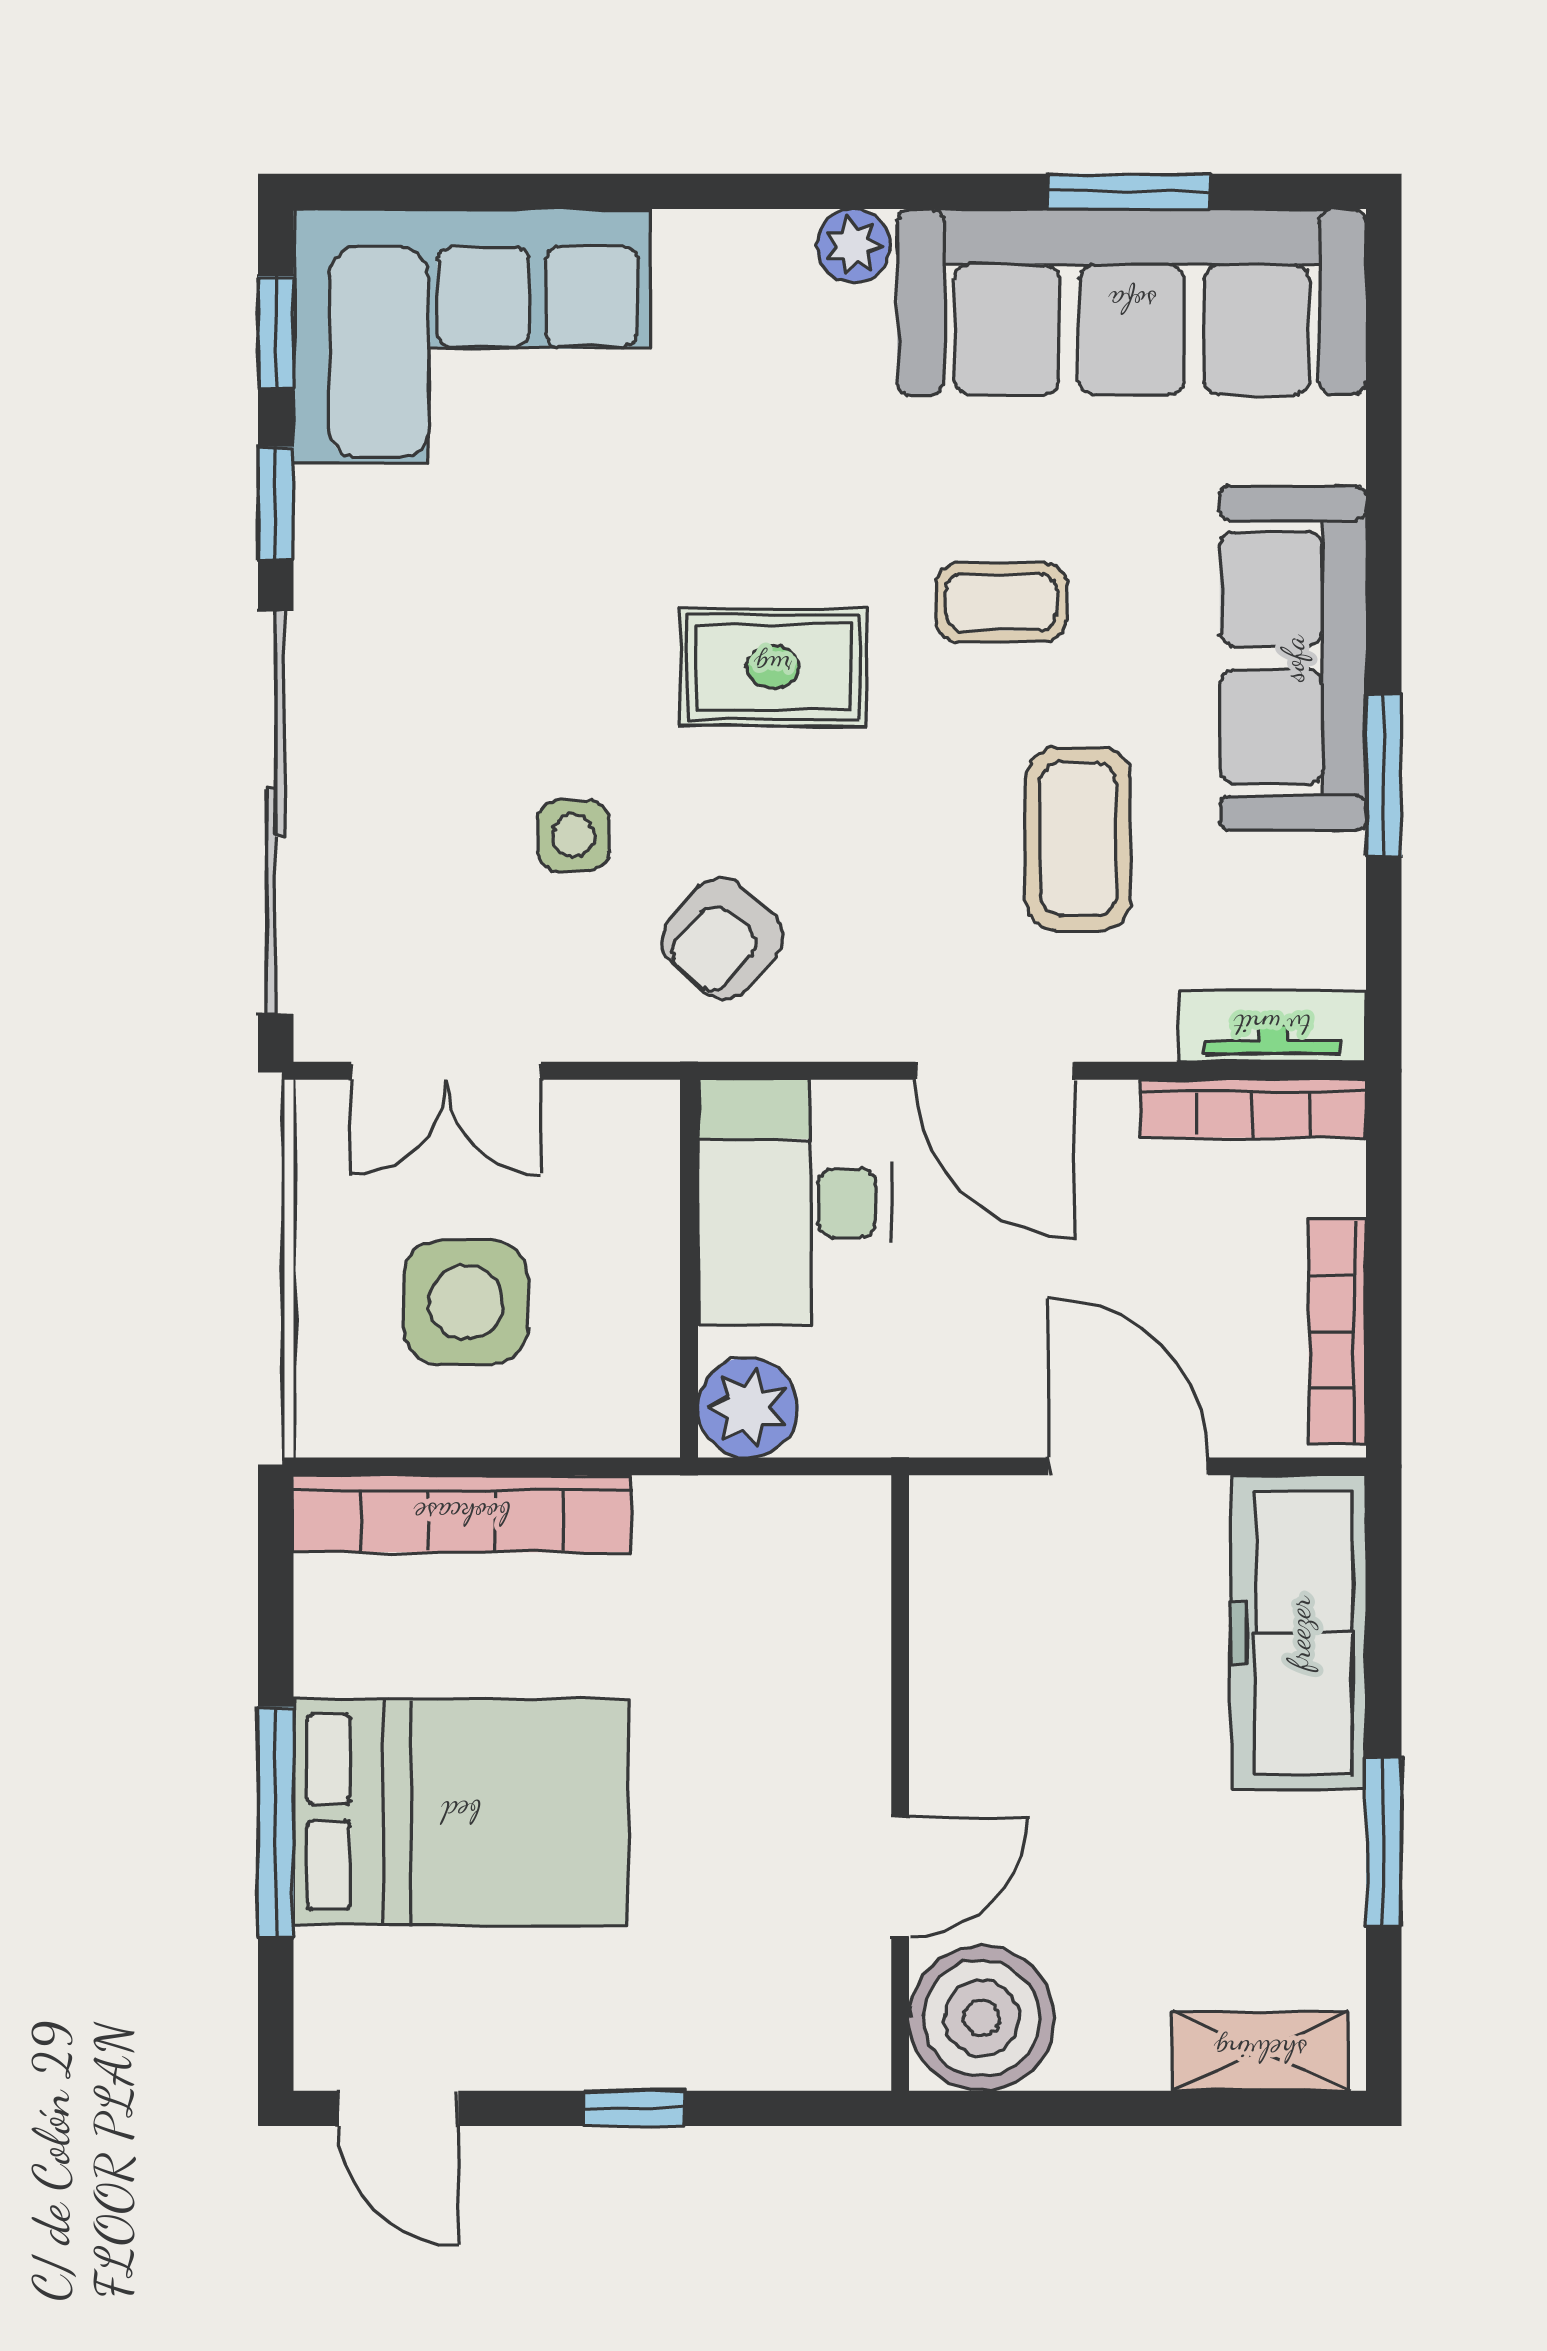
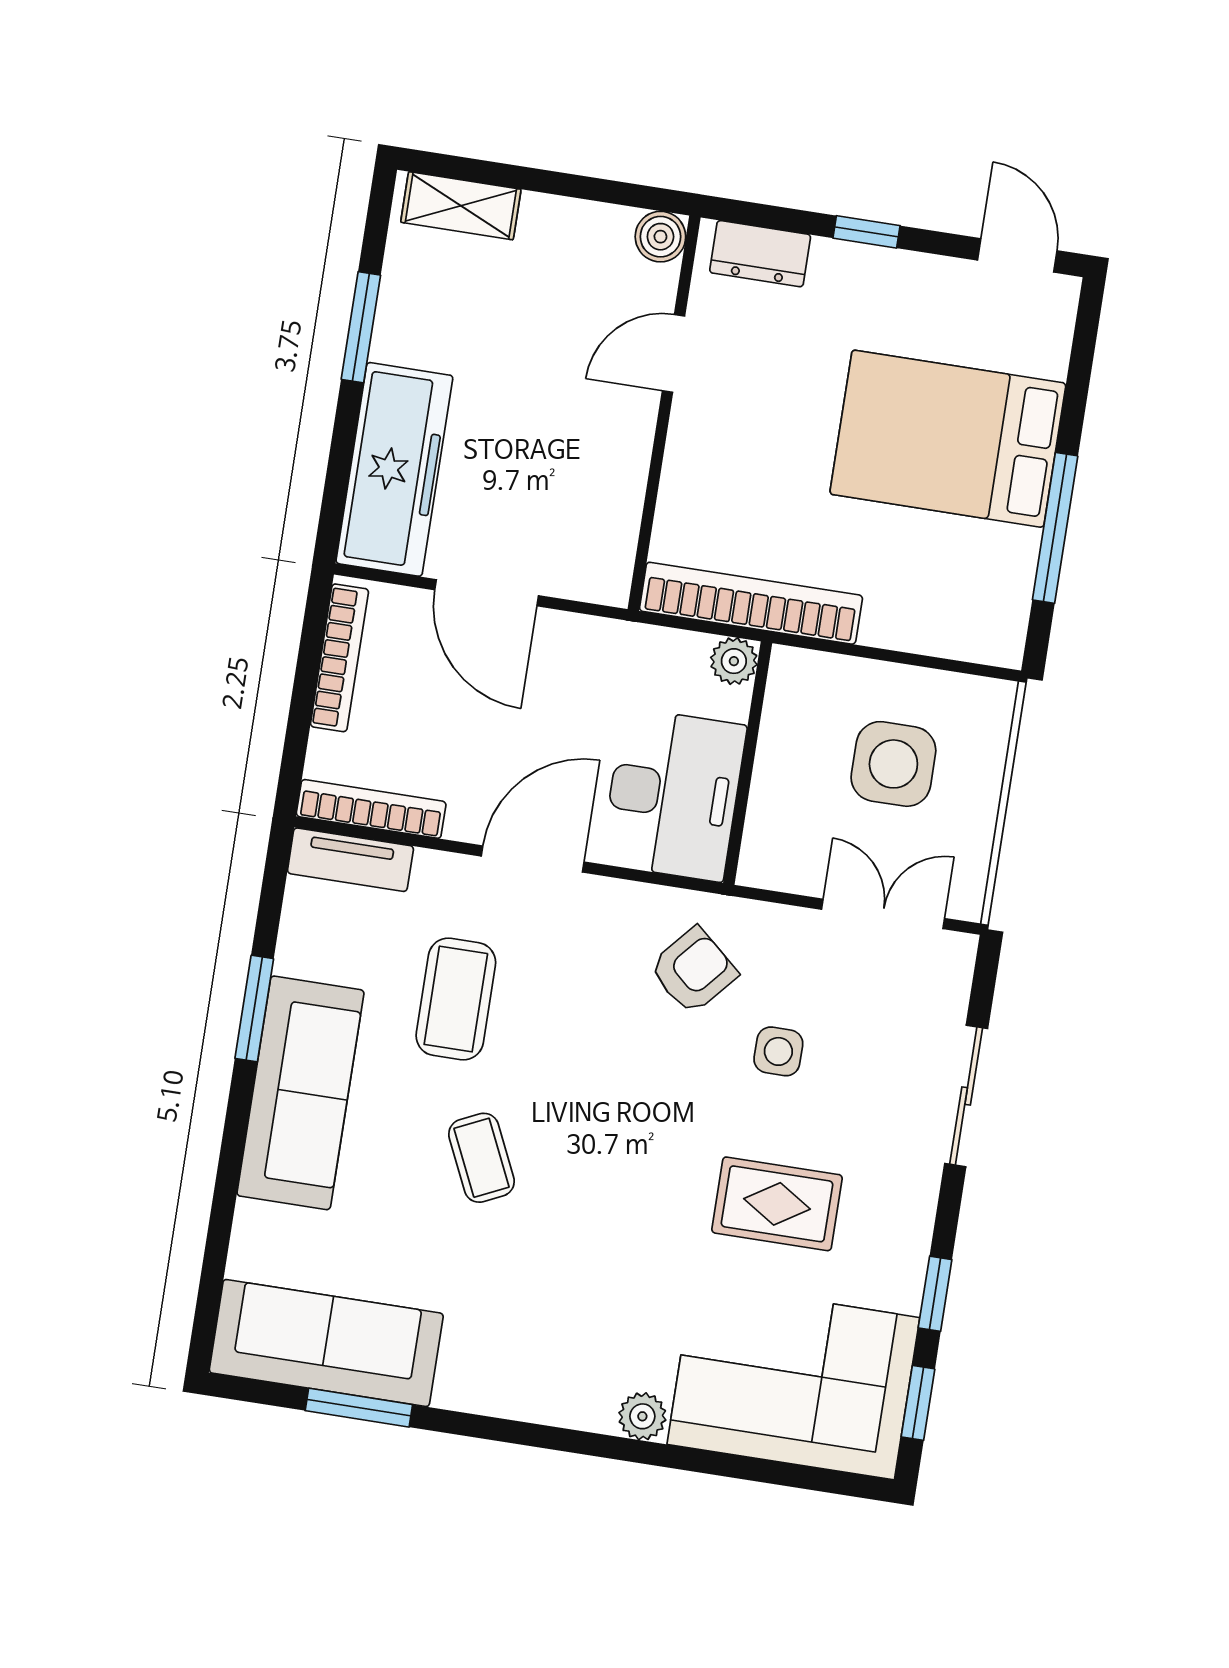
plant: (853, 246) -> (642, 1416), moved
sofa: (1132, 302) -> (326, 1343), width x0.74, depth x0.79
coffee table: (1001, 602) -> (481, 1158), turned 65
rug: (773, 667) -> (777, 1204), moved
sliding door: (276, 812) -> (966, 1096), width x0.54
door: (994, 1071) -> (533, 859), hinge flipped
plant: (748, 1407) -> (734, 661), width x0.73, depth x0.73
bookcase: (462, 1514) -> (751, 603), moved
window: (276, 1822) -> (1055, 528), moved
boiler: (982, 2018) -> (660, 237), width x0.54, depth x0.54
dresser: (792, 2050) -> (760, 254), added

